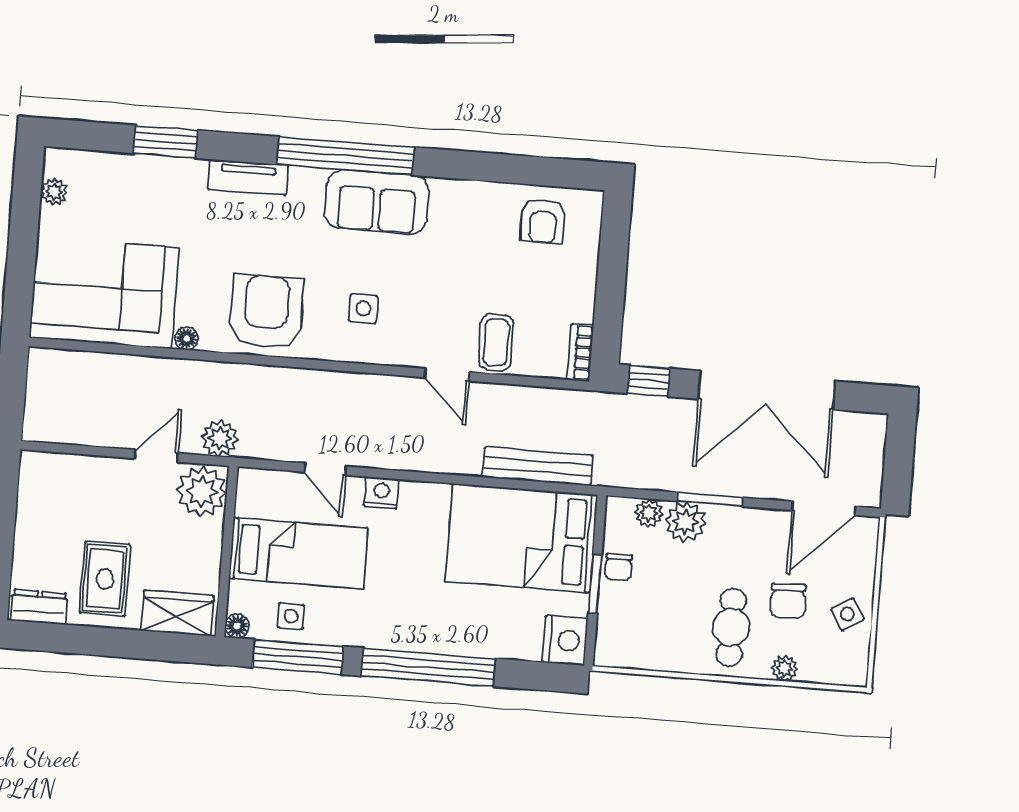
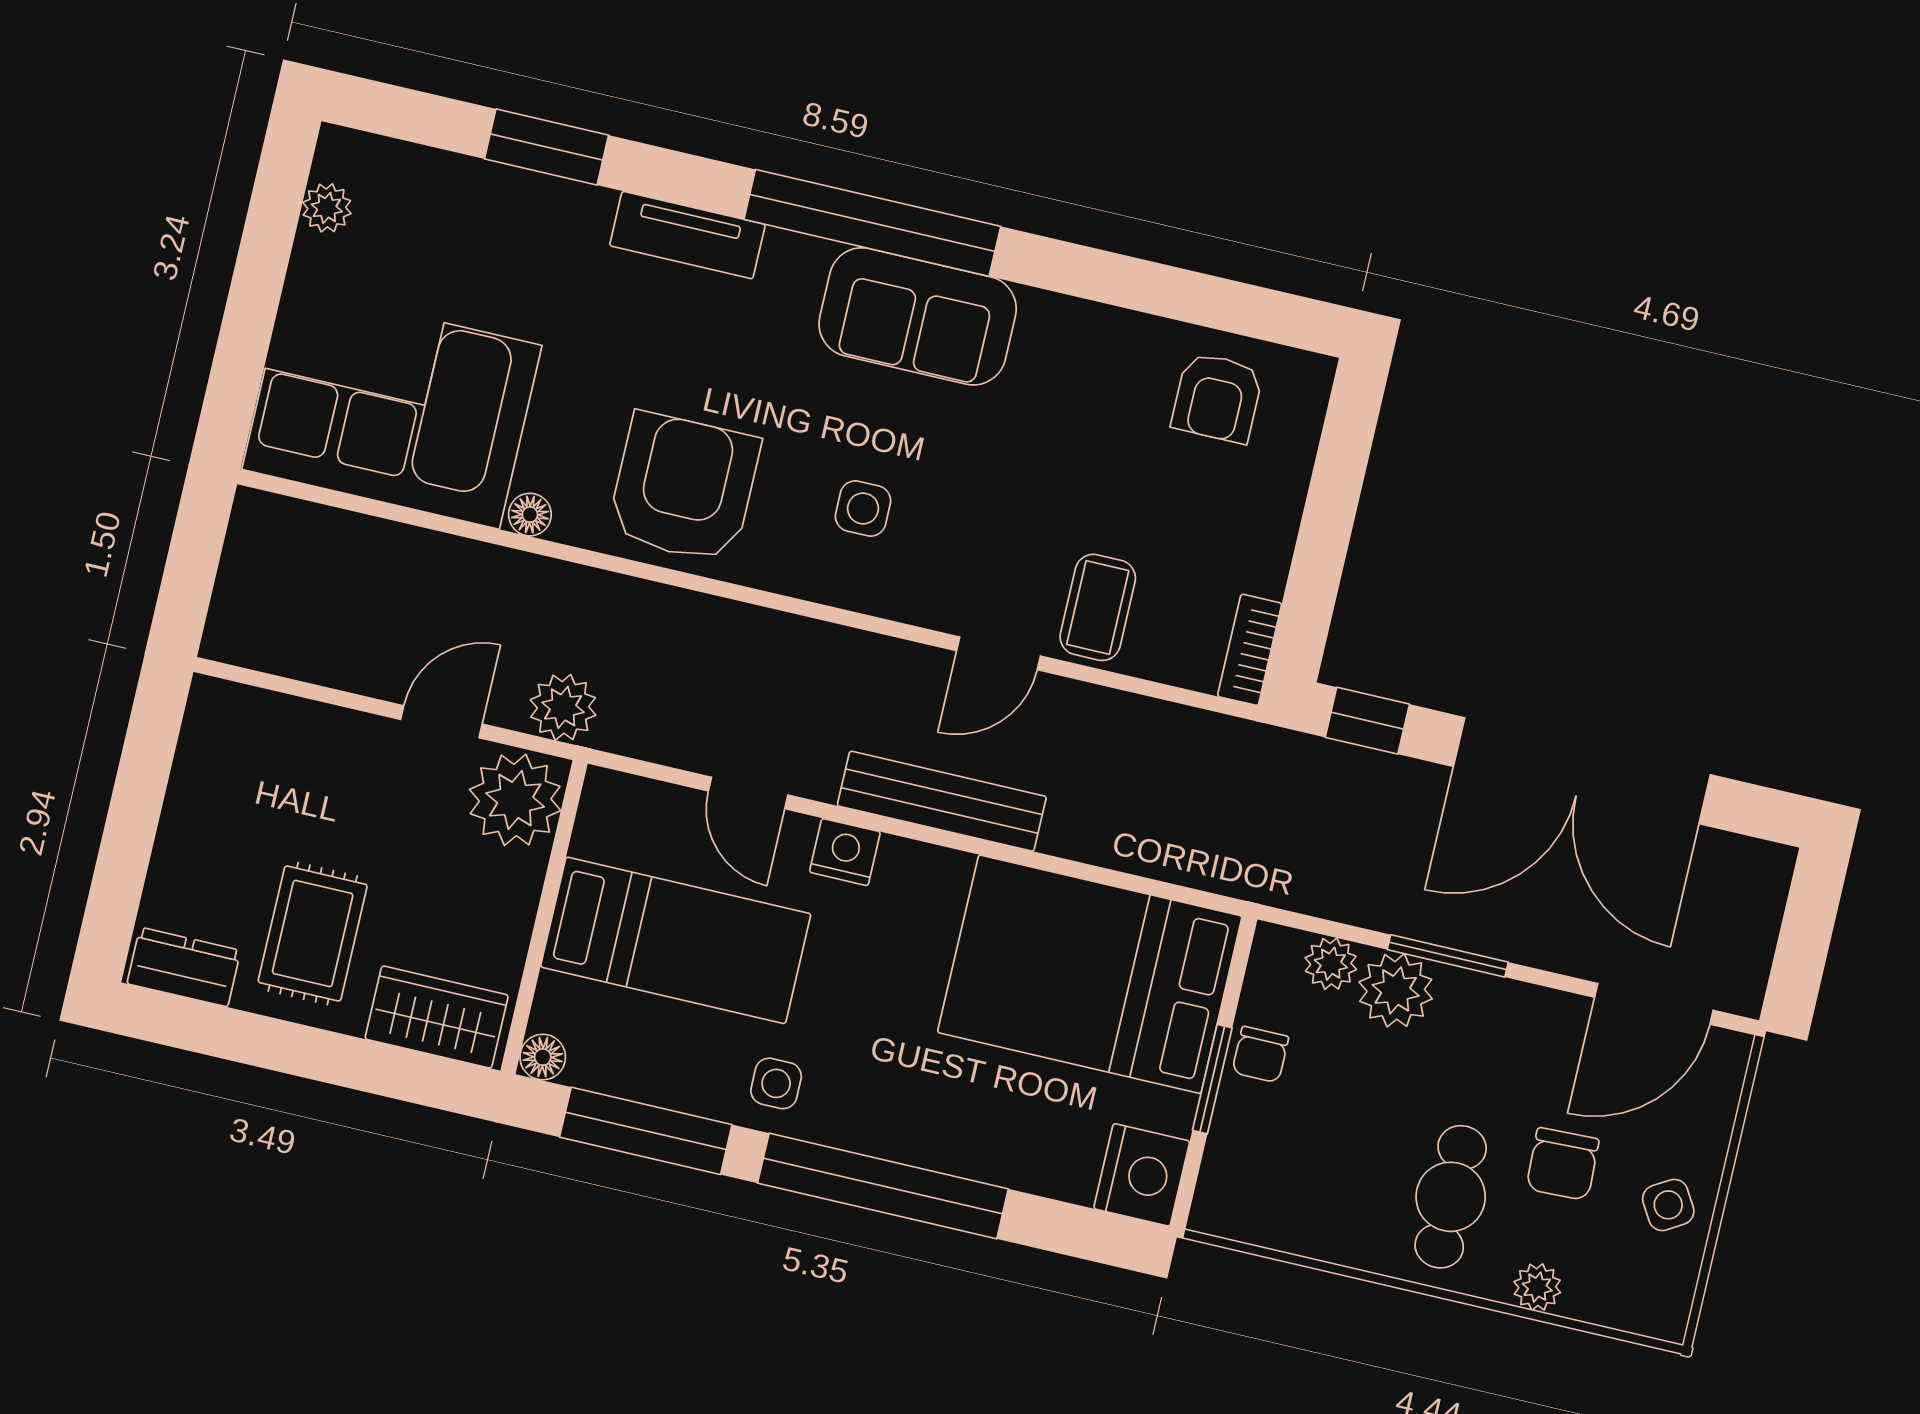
door: (447, 375) -> (998, 653), hinge flipped
bench: (537, 466) -> (942, 801), moved
side table: (291, 616) -> (776, 1083), moved

